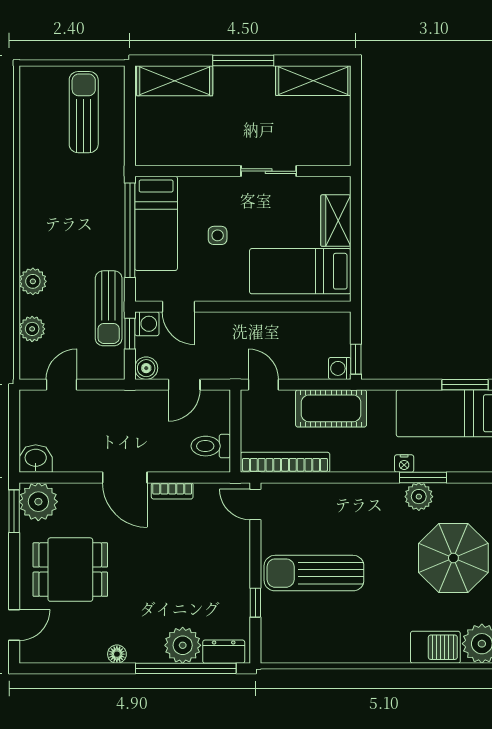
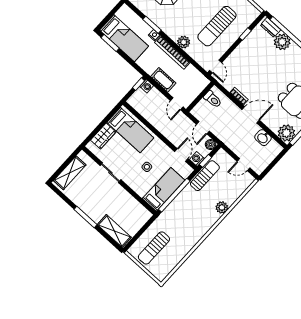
shelving: (313, 81) -> (70, 173), moved, turned 90
plant: (32, 329) -> (236, 192), removed
door: (184, 385) -> (203, 128), swing flipped
cot: (331, 408) -> (163, 80), width x0.73, depth x0.75
washbasin: (36, 459) -> (263, 138), moved
bookcase: (285, 462) -> (172, 52), moved
door: (125, 478) -> (251, 115), hinge flipped
plant: (419, 497) -> (184, 42), moved
sun lounger: (314, 573) -> (217, 26), turned 90

